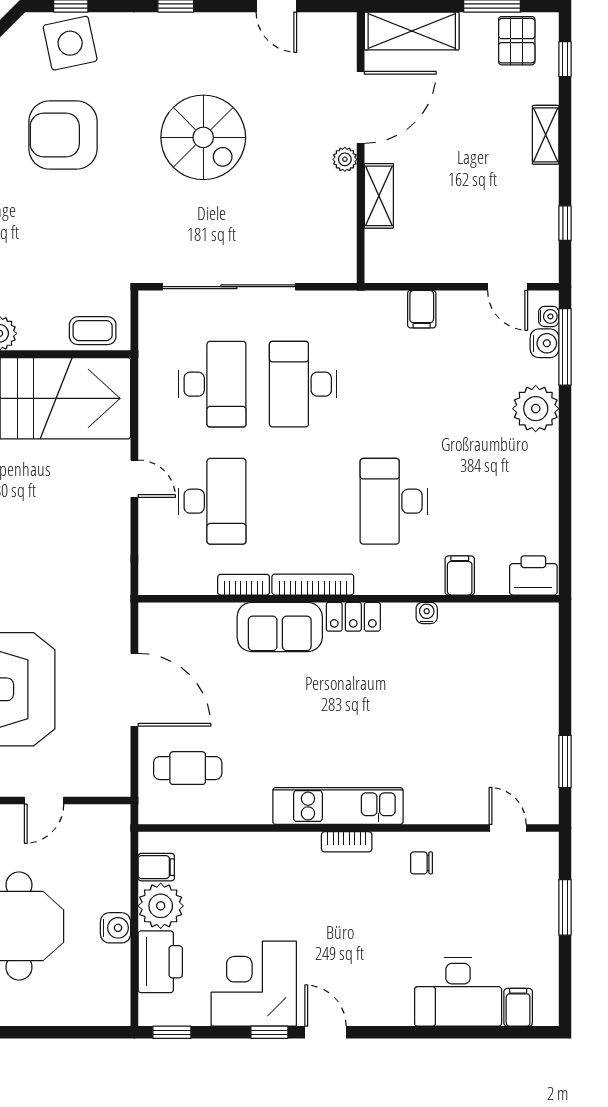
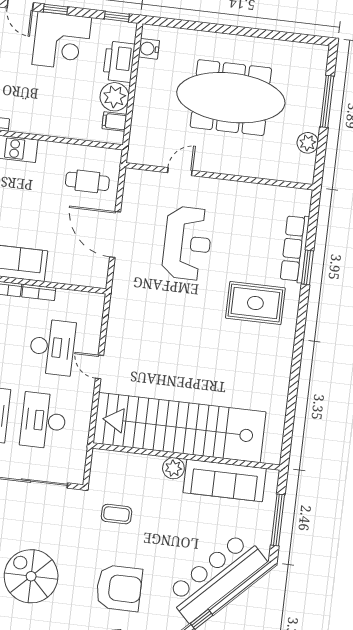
coffee table: (93, 331) -> (116, 514), moved
desk: (212, 501) -> (52, 347), turned 180
water cooler: (116, 928) -> (149, 49), moved

